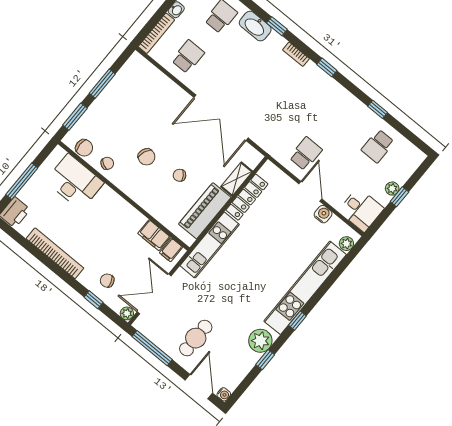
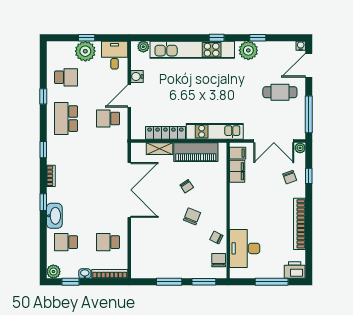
school desk: (339, 114) -> (66, 119), added
plant: (392, 189) -> (85, 51), width x1.87, depth x1.87

